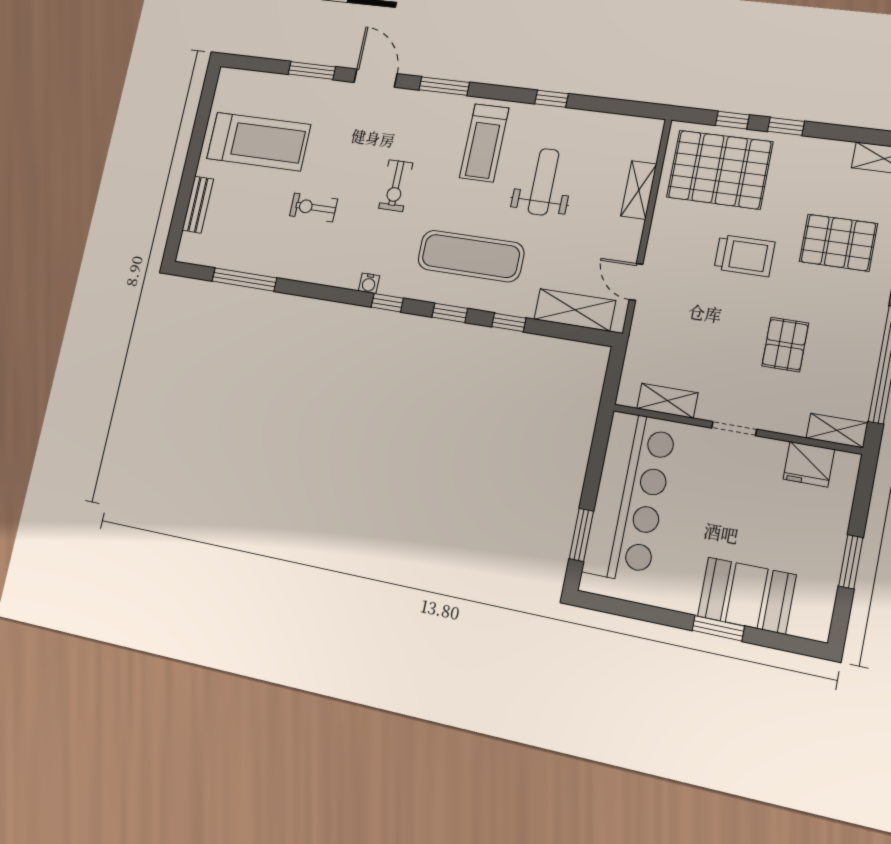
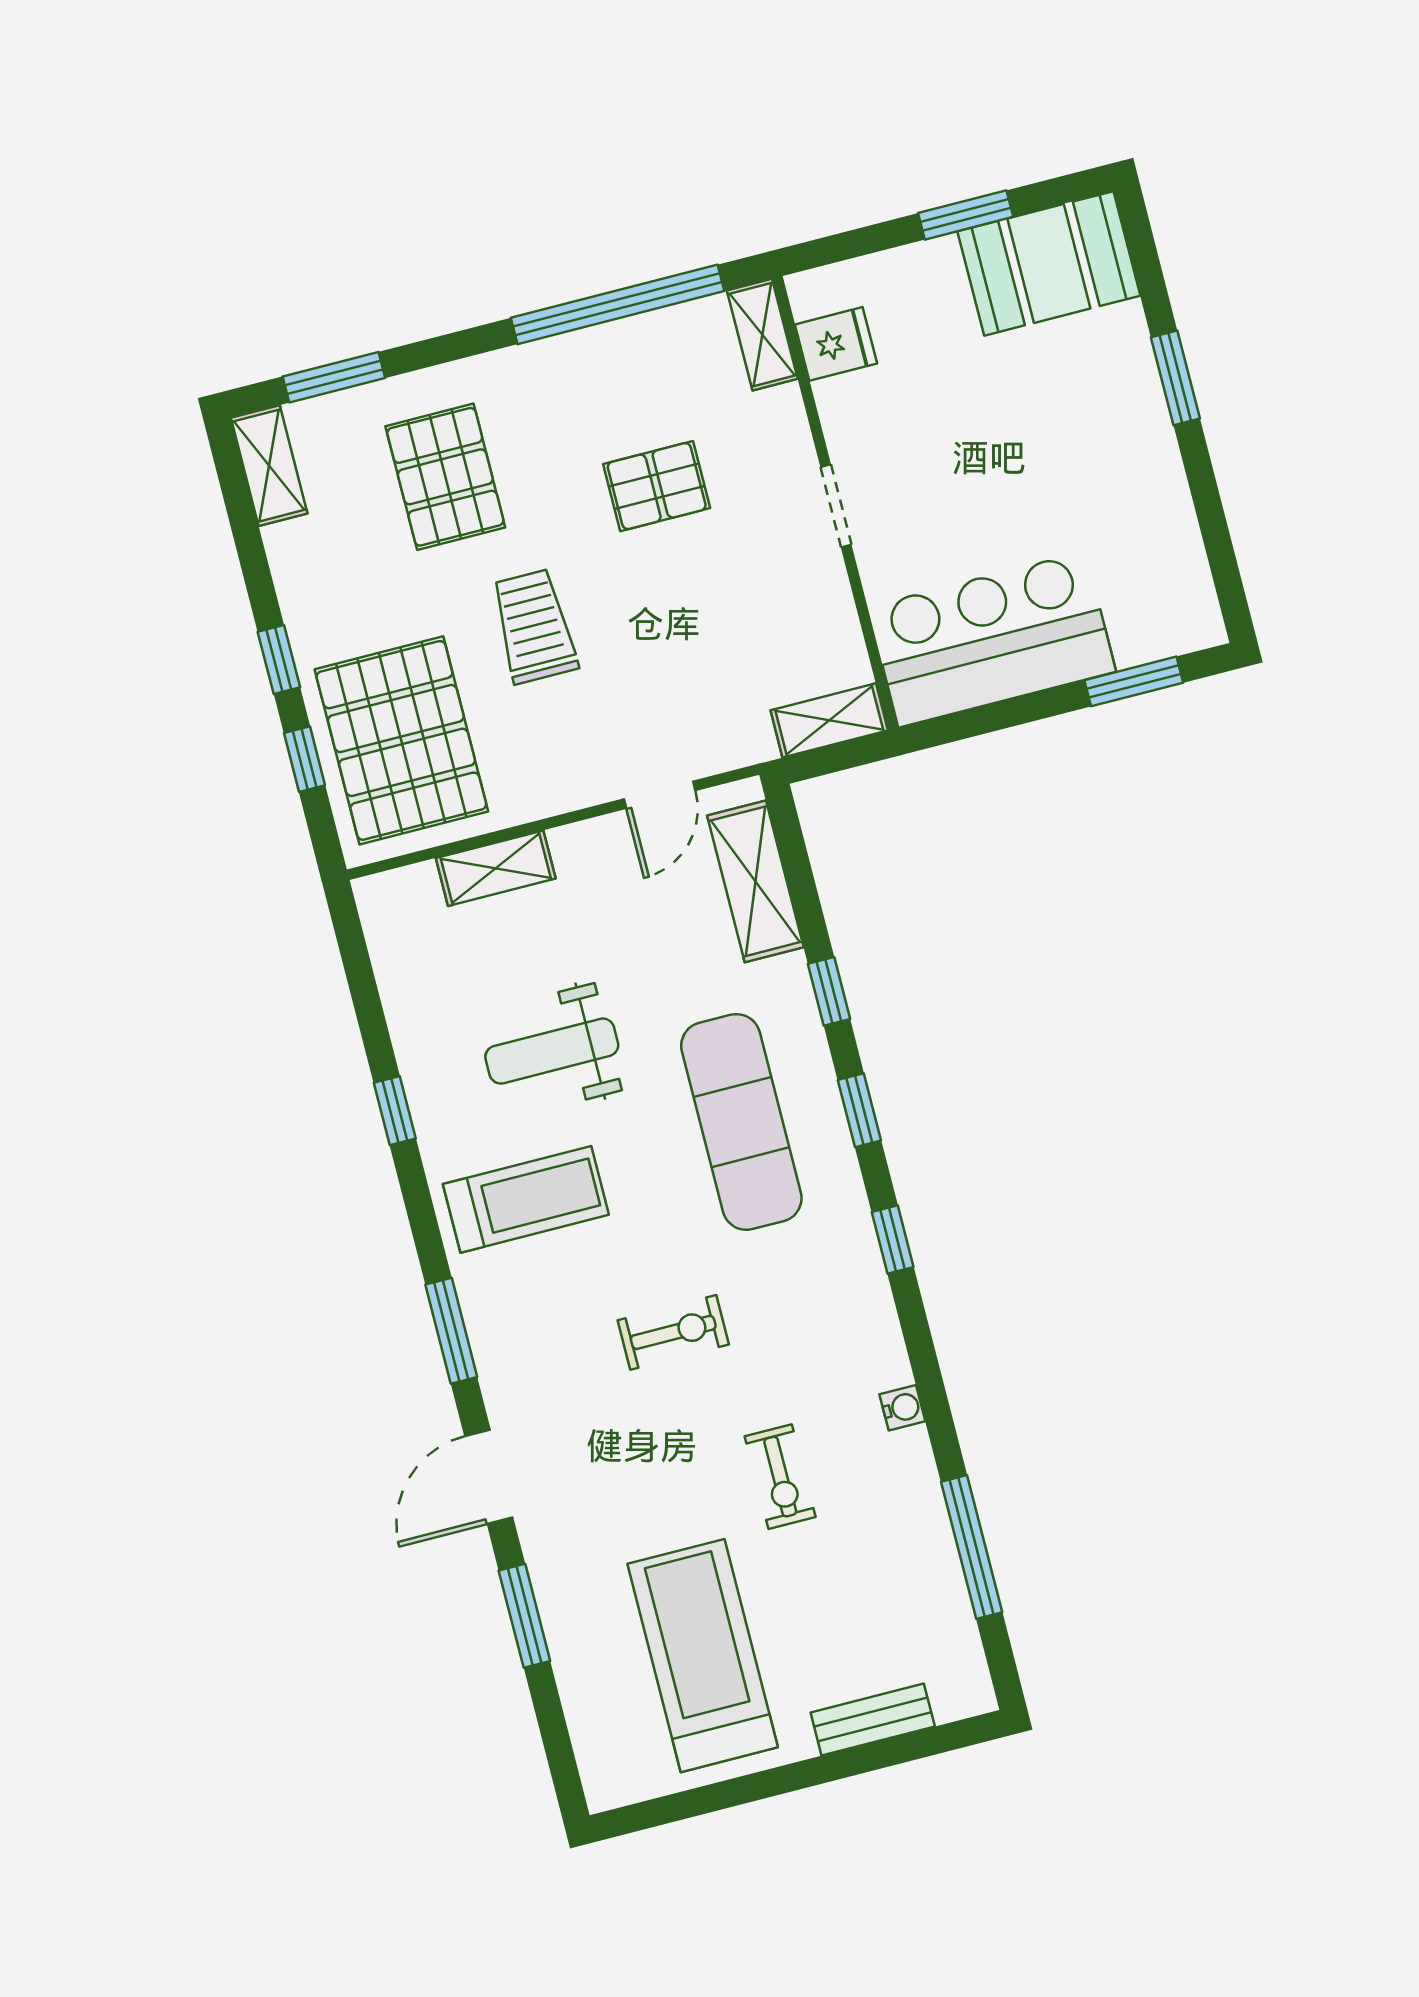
water cooler: (369, 283) -> (902, 1408), moved
shelving: (667, 401) -> (829, 720), moved, turned 90
fridge: (809, 464) -> (836, 344), width x0.72
bar counter: (629, 497) -> (992, 639), width x0.73
booth: (747, 596) -> (1049, 263), moved, turned 90

